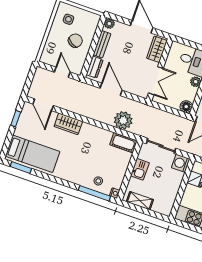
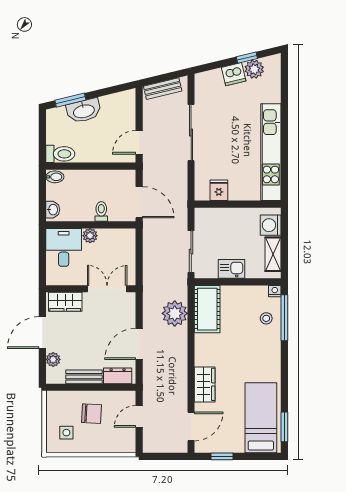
plant: (109, 24) -> (53, 359), moved
chair: (75, 41) -> (91, 414), turned 151
floor lamp: (186, 107) -> (127, 237), removed
cot: (124, 143) -> (207, 309), width x1.37, depth x1.34
washing machine: (181, 163) -> (271, 225), moved, turned 90

